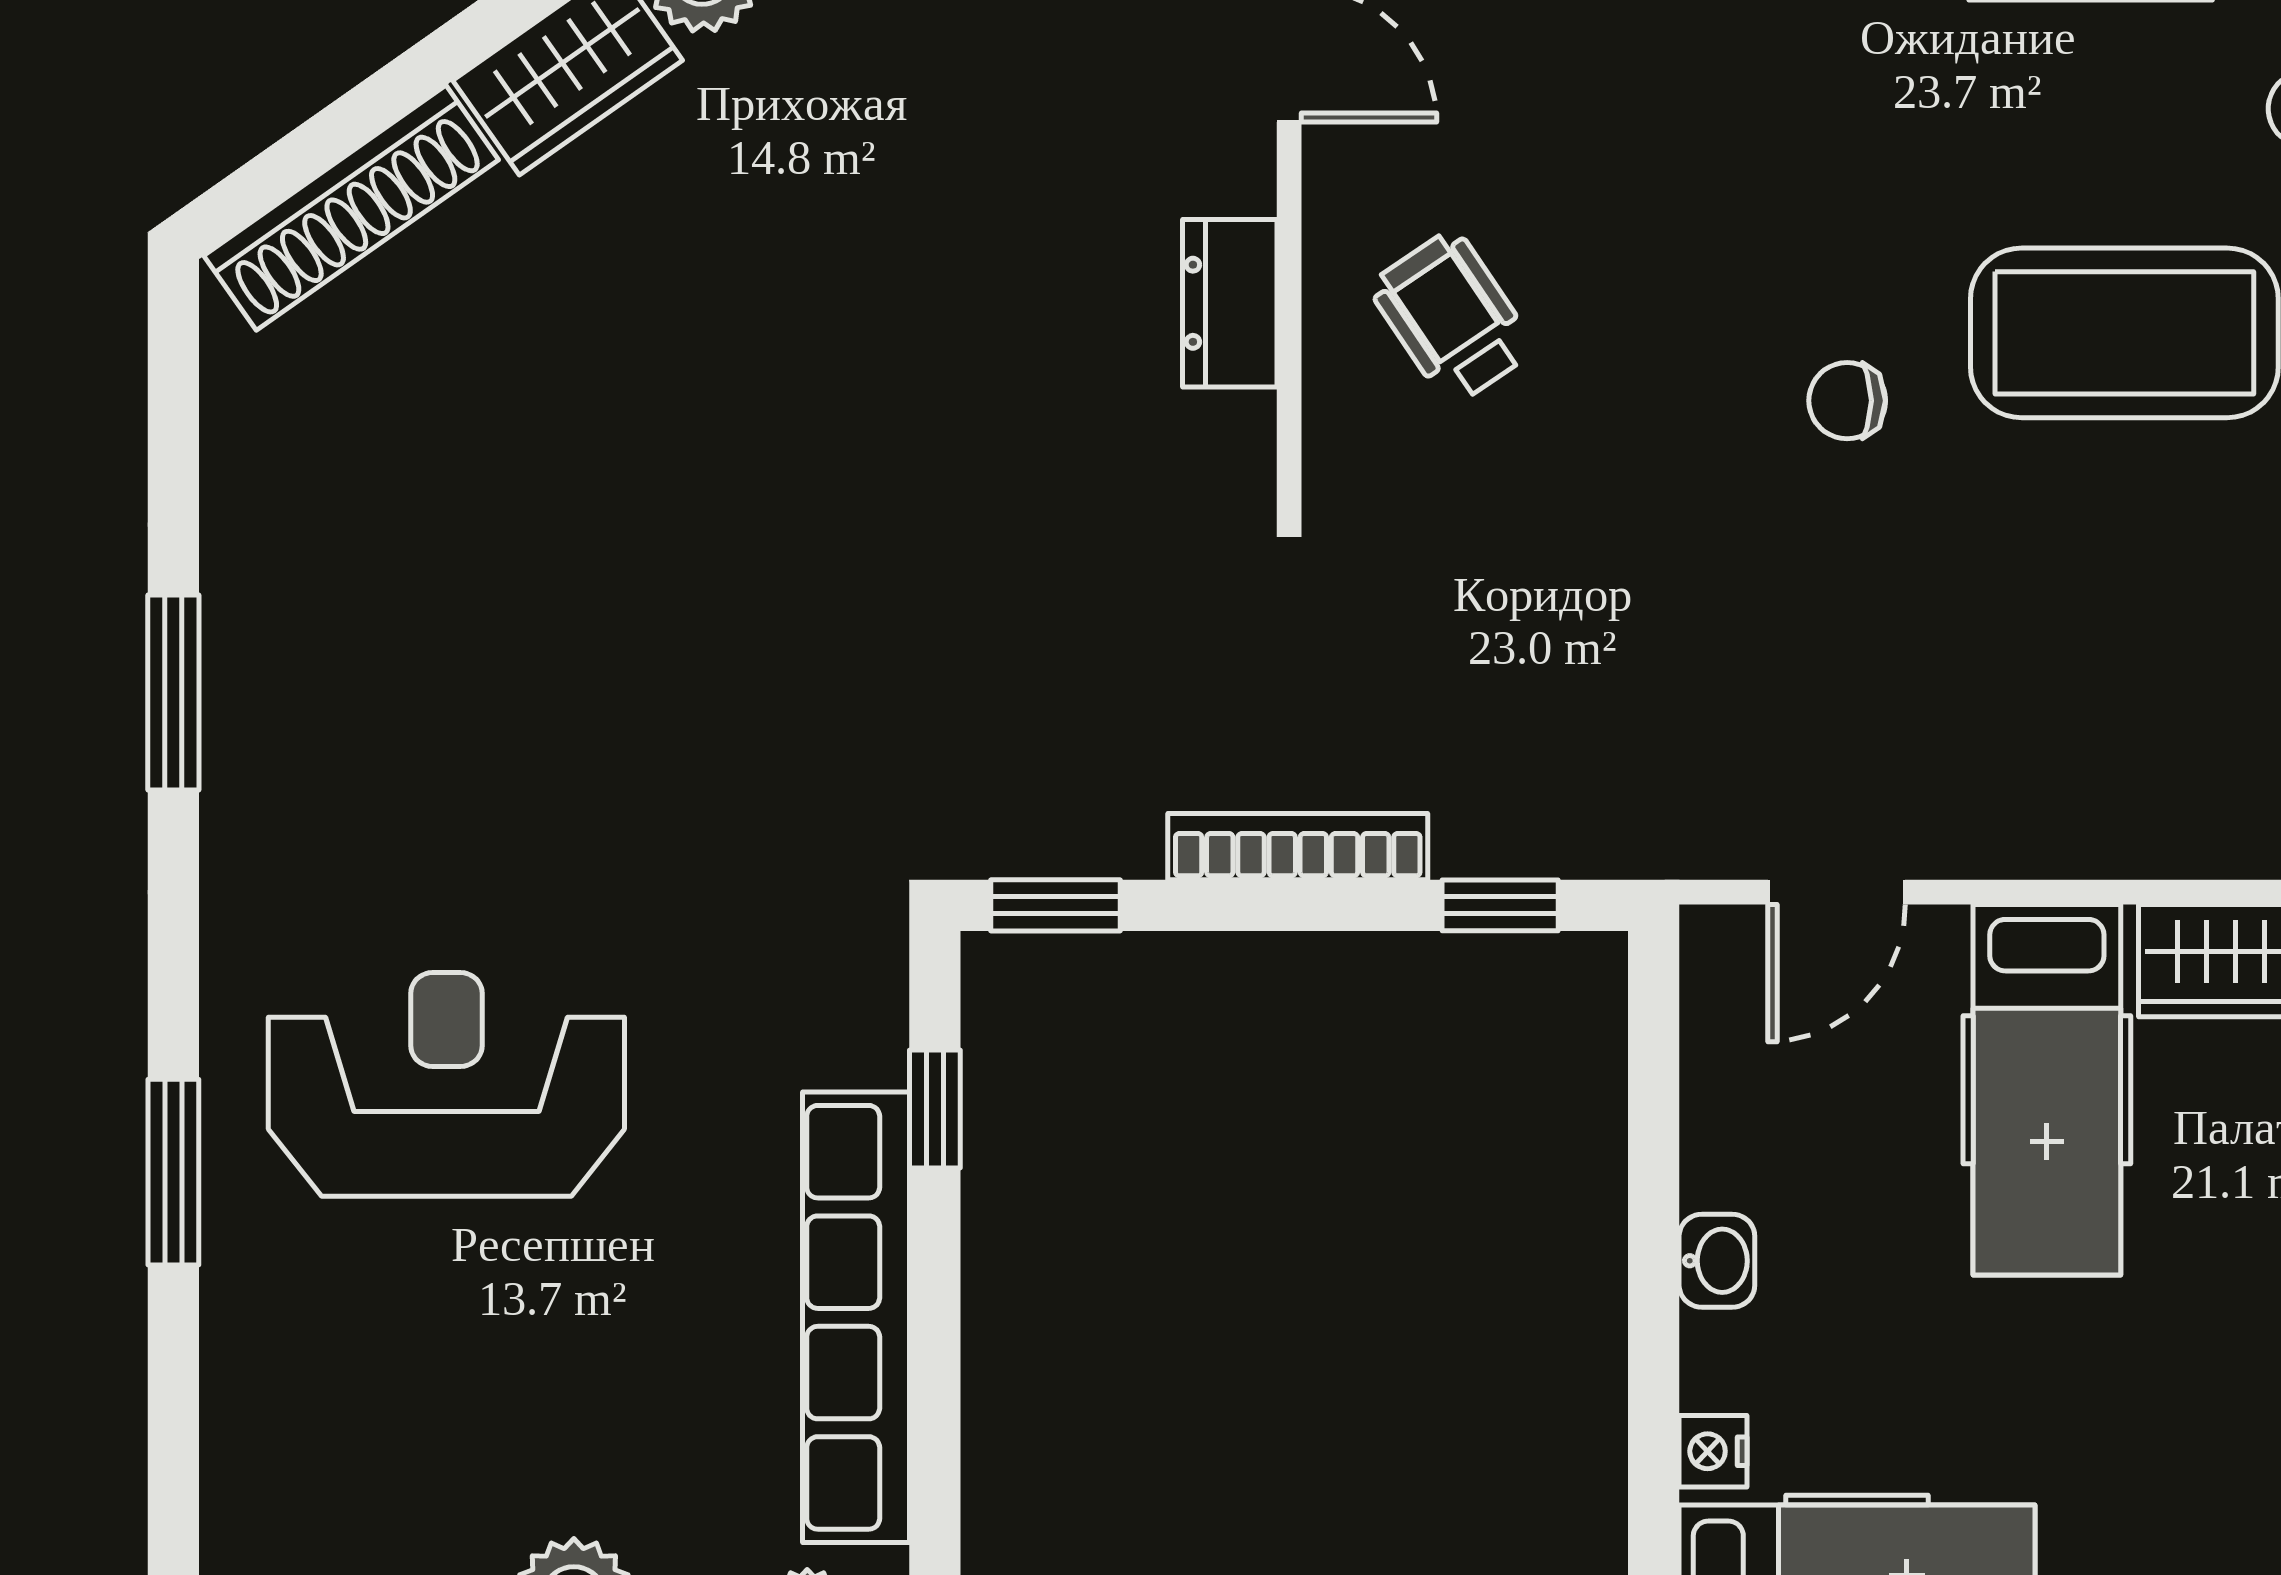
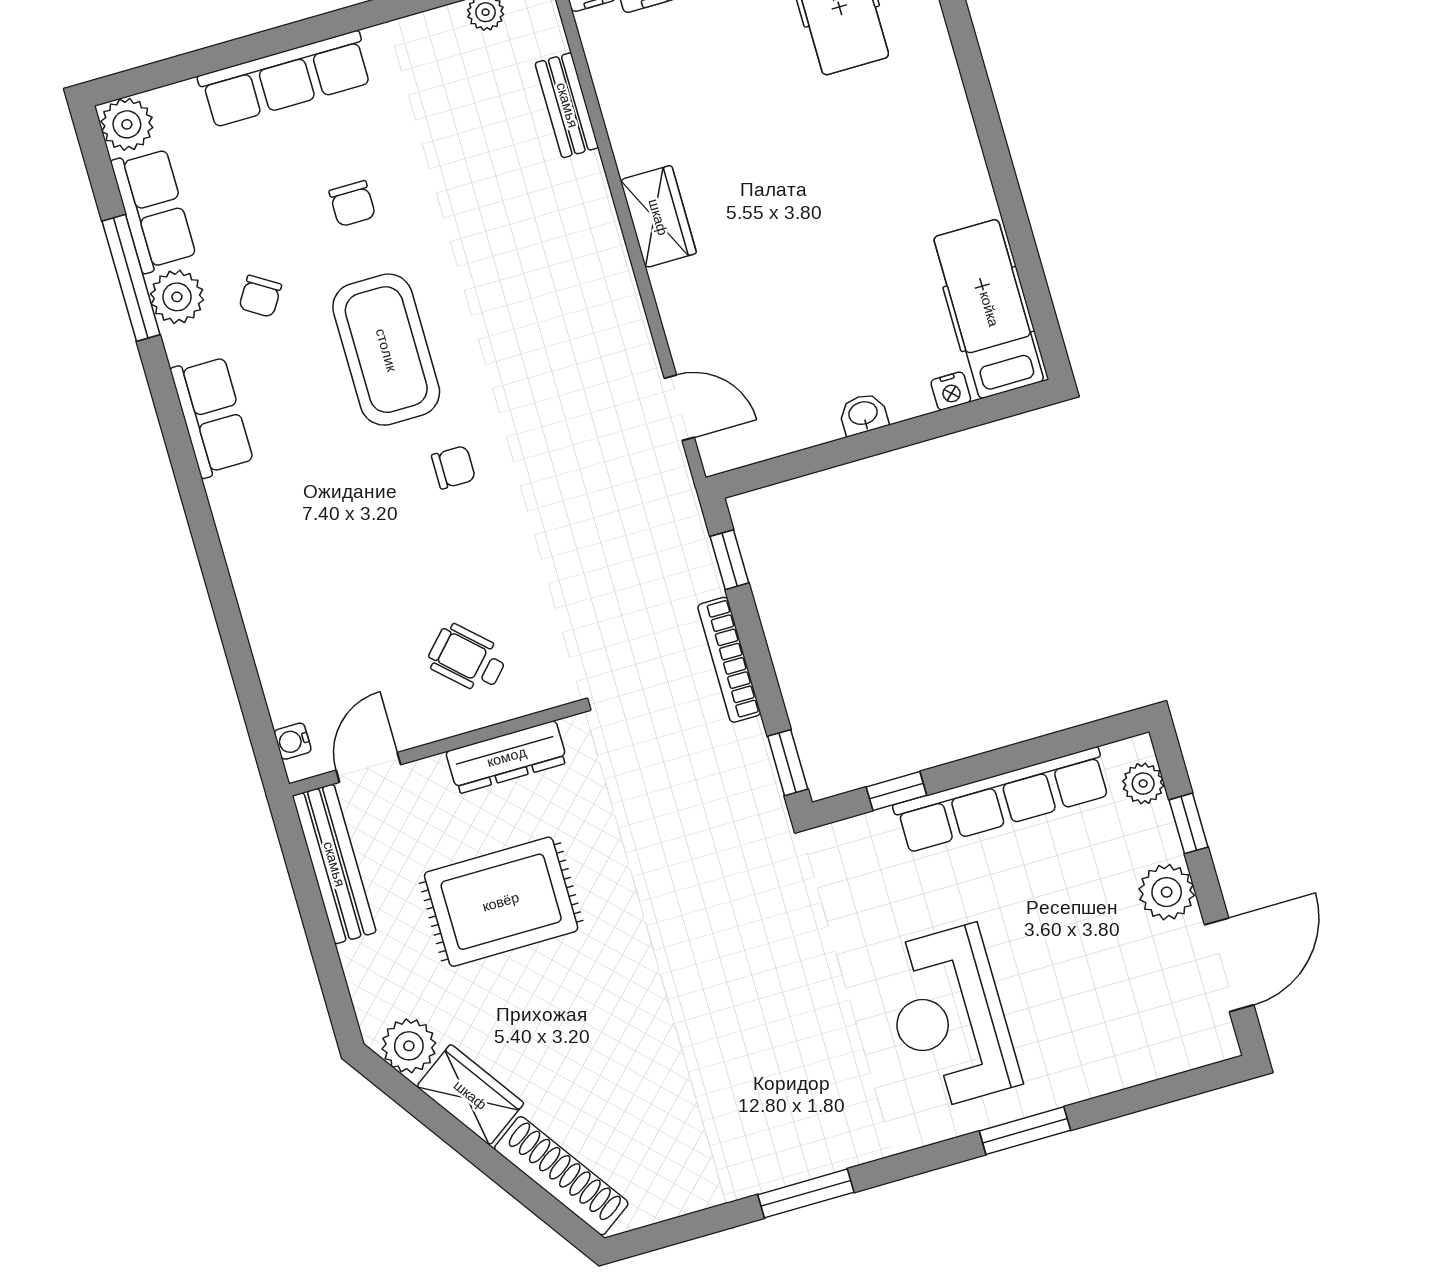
rug: (940, 245) -> (501, 902), added
dresser: (1230, 303) -> (507, 757), width x1.44
wheelchair: (1452, 317) -> (467, 659), turned 77
chair: (1847, 401) -> (453, 467), turned -90
hospital bed: (2047, 1090) -> (742, 286), removed

